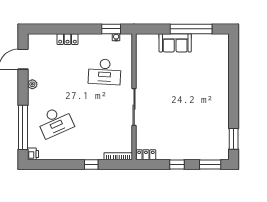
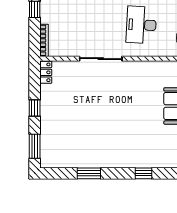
window: (234, 70) -> (144, 173), added
window: (234, 139) -> (89, 173), moved

